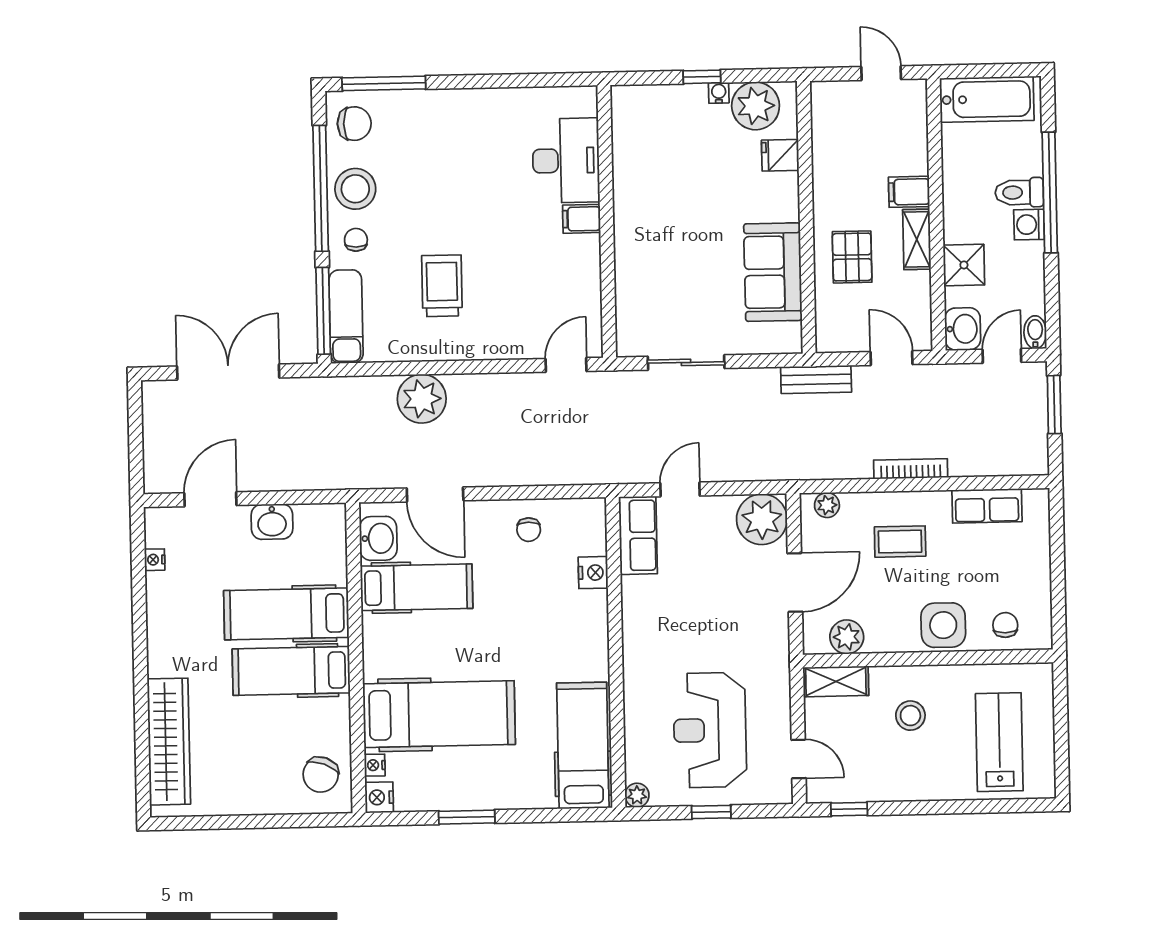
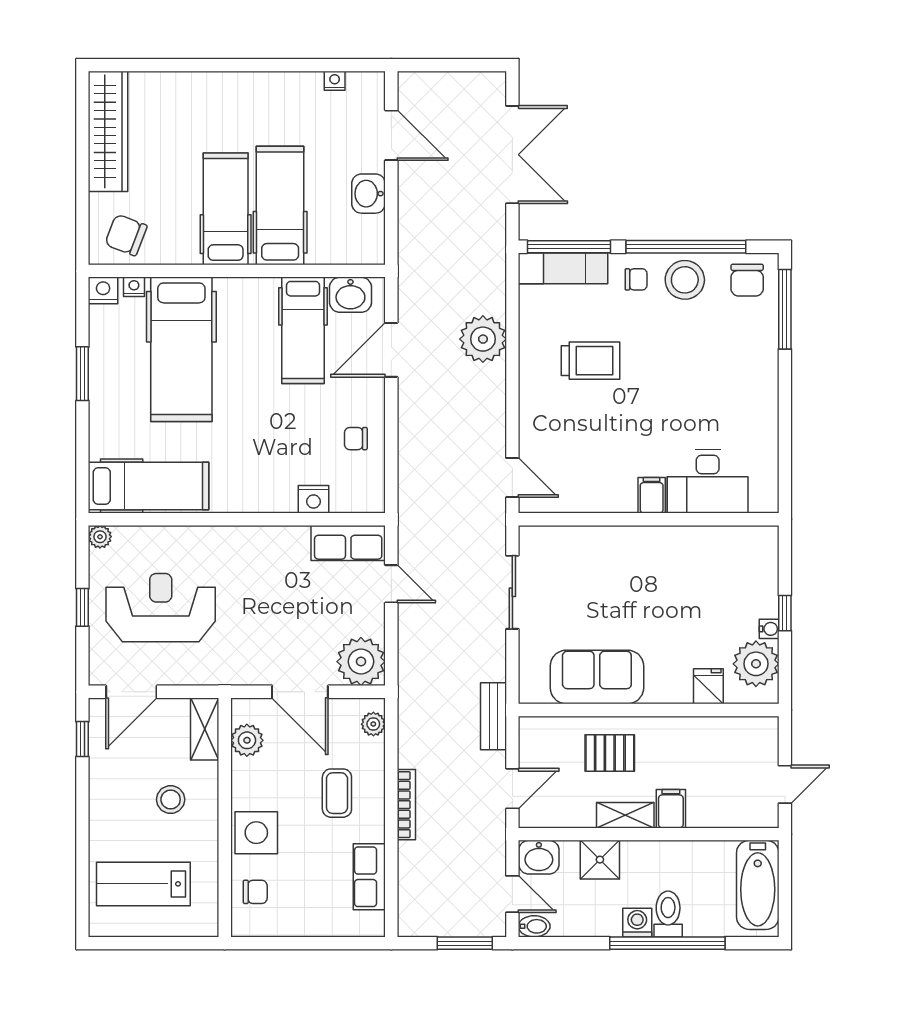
wardrobe: (169, 742) -> (108, 131), moved, turned -90
lab bench: (999, 742) -> (143, 884), turned 180
door: (799, 759) -> (131, 692), width x1.38

